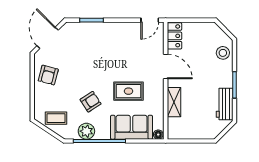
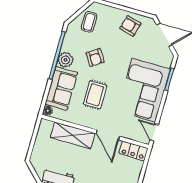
corner sofa: (110, 43) -> (144, 90), added
door: (166, 67) -> (108, 135), hinge flipped
shelving: (174, 102) -> (73, 135), width x1.50, depth x1.33
plant: (86, 131) -> (65, 60), moved

